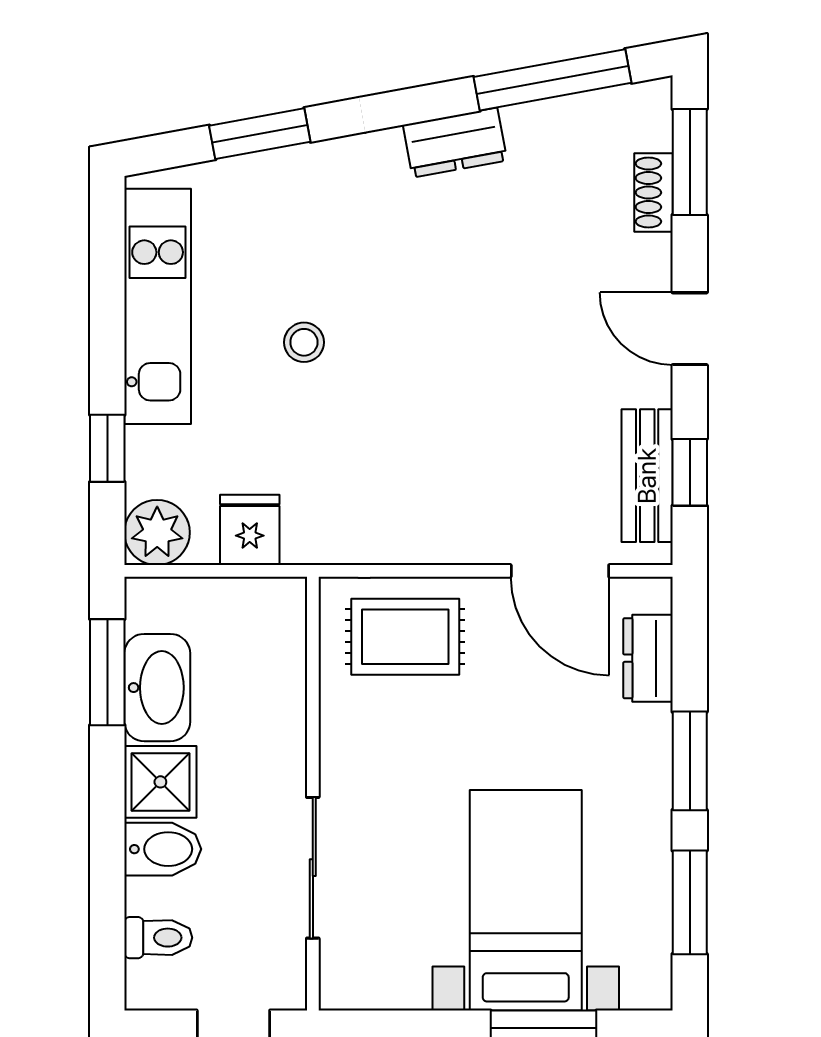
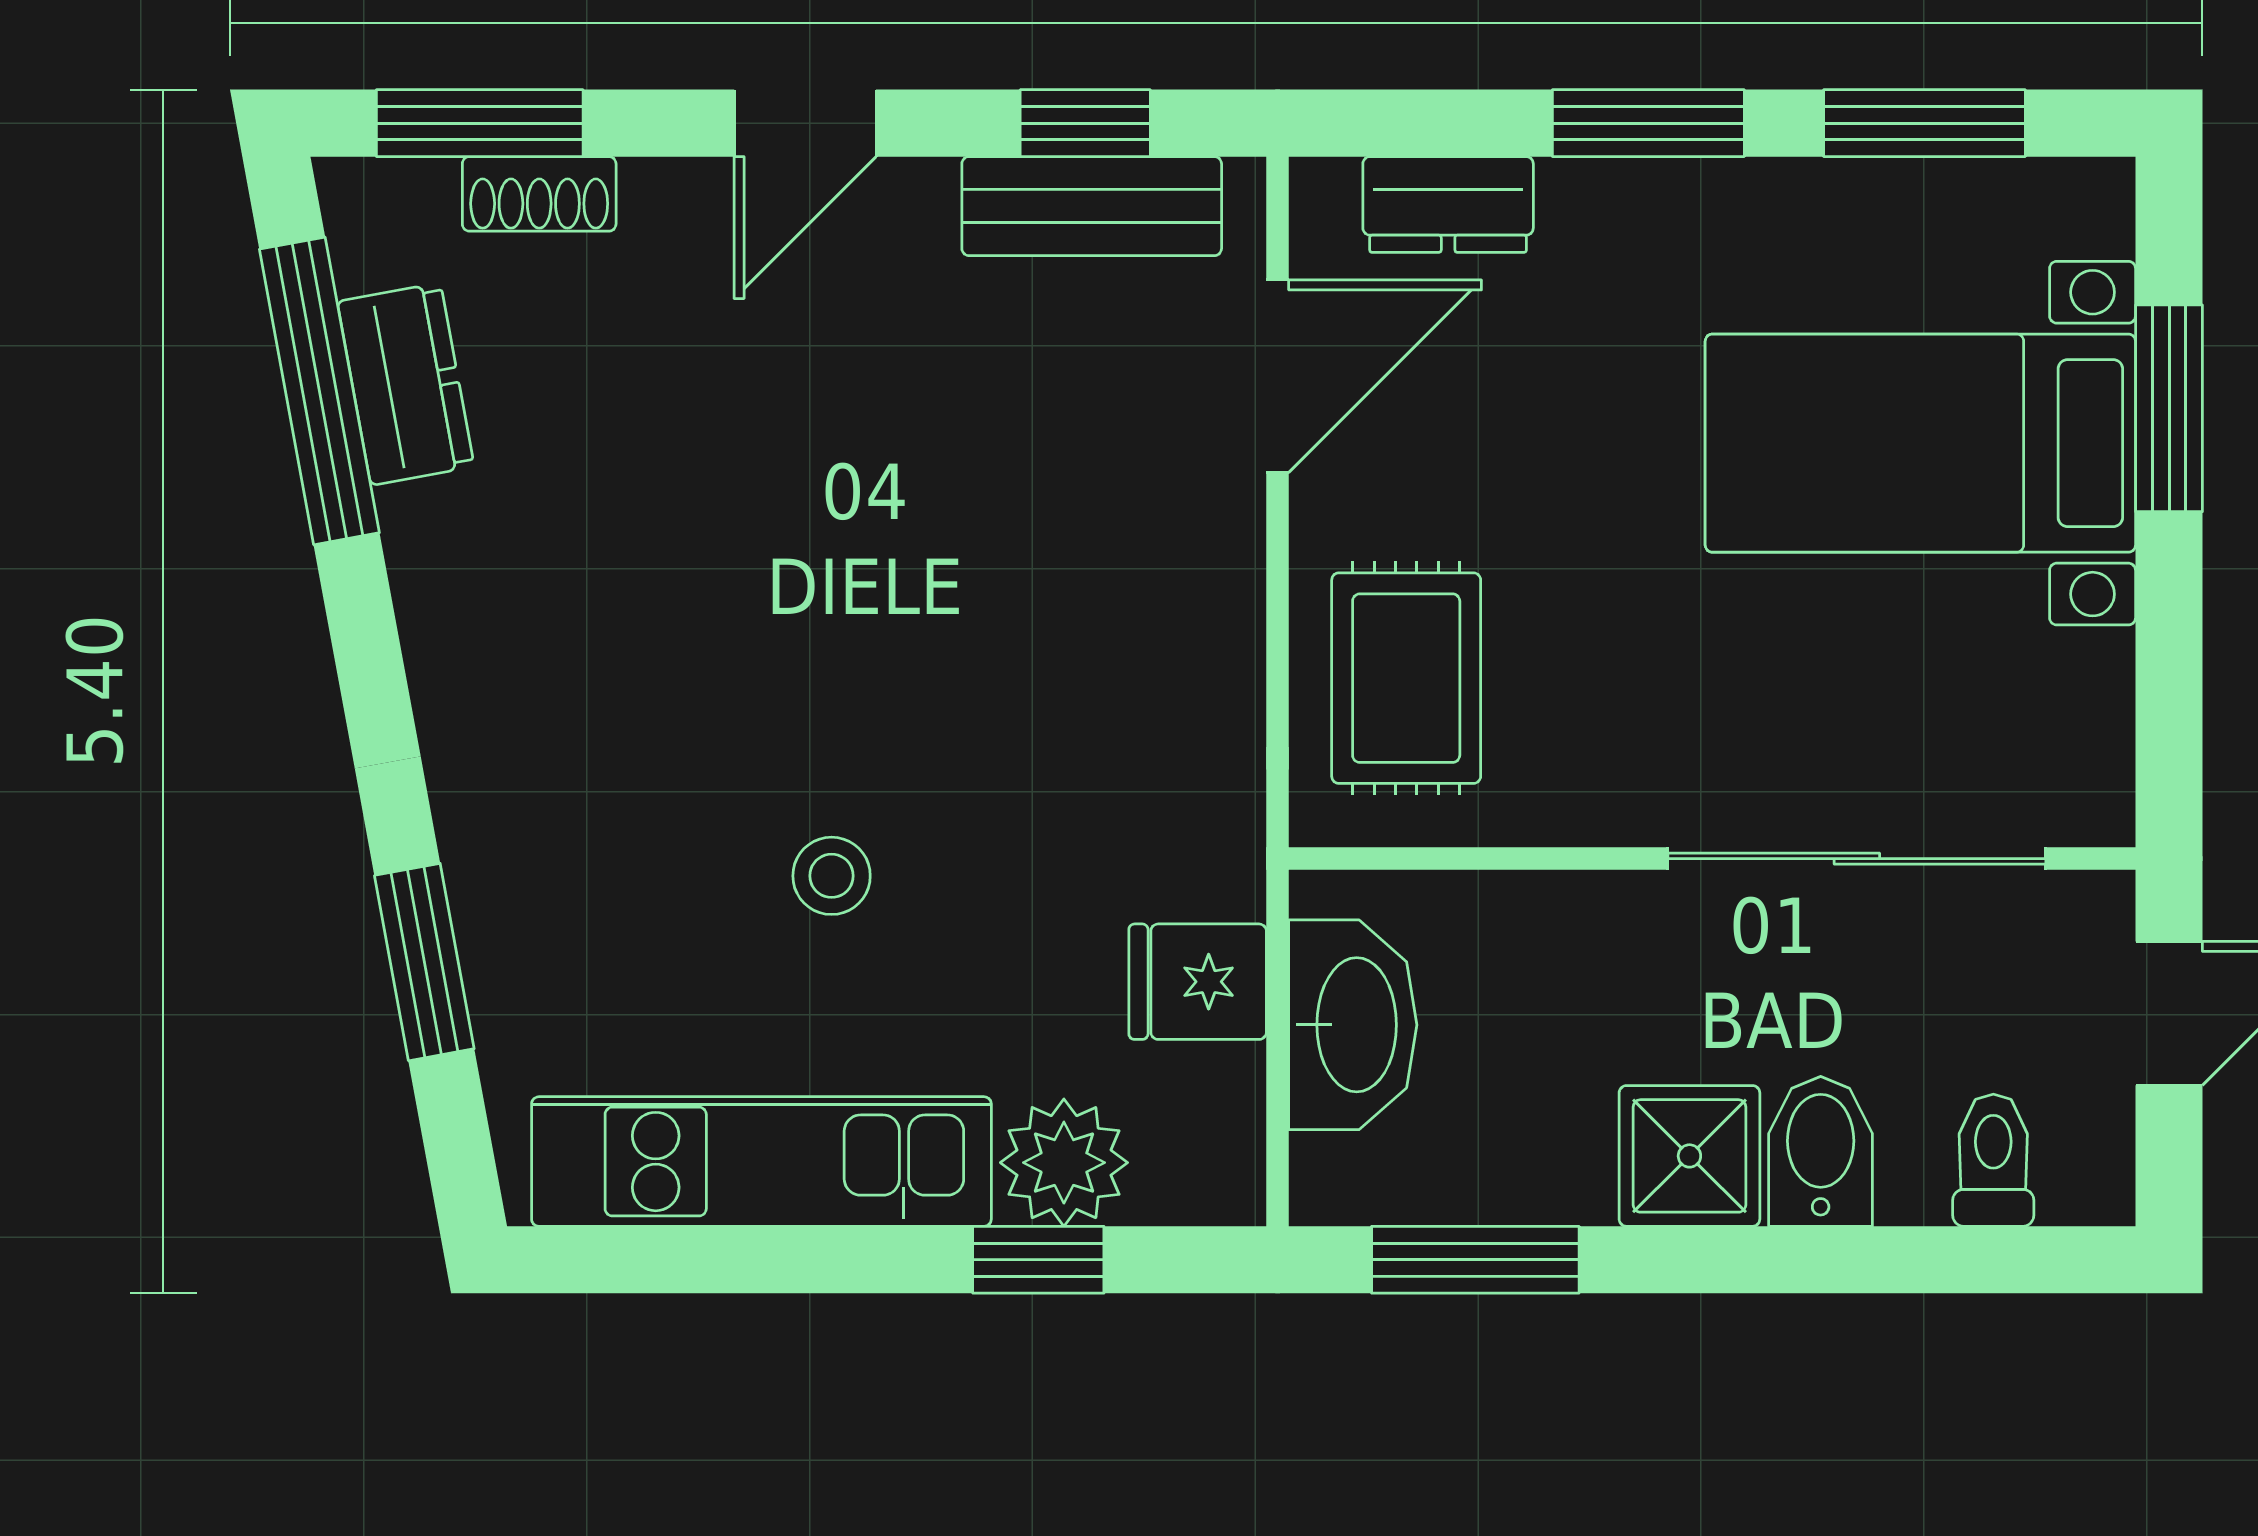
dresser: (455, 143) -> (406, 384), moved
plant: (157, 532) -> (1064, 1163), moved
washbasin: (157, 688) -> (1353, 1025), moved, turned 90
sliding door: (313, 868) -> (1857, 859), width x1.37

